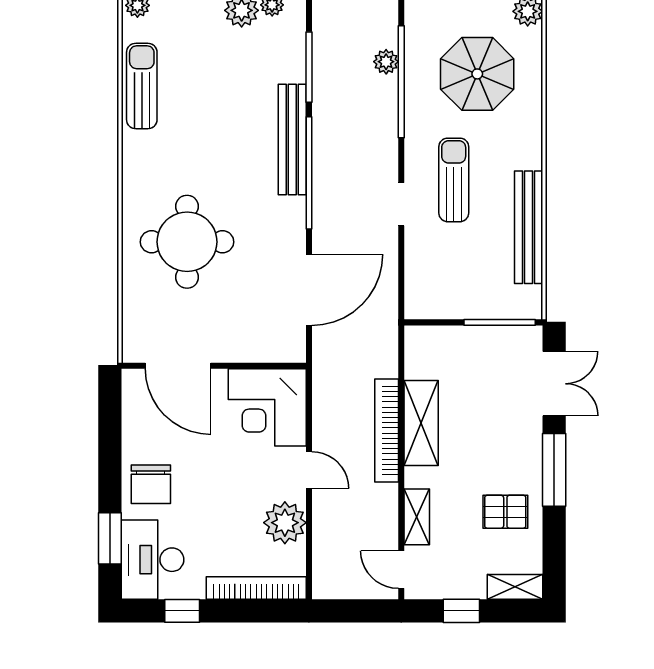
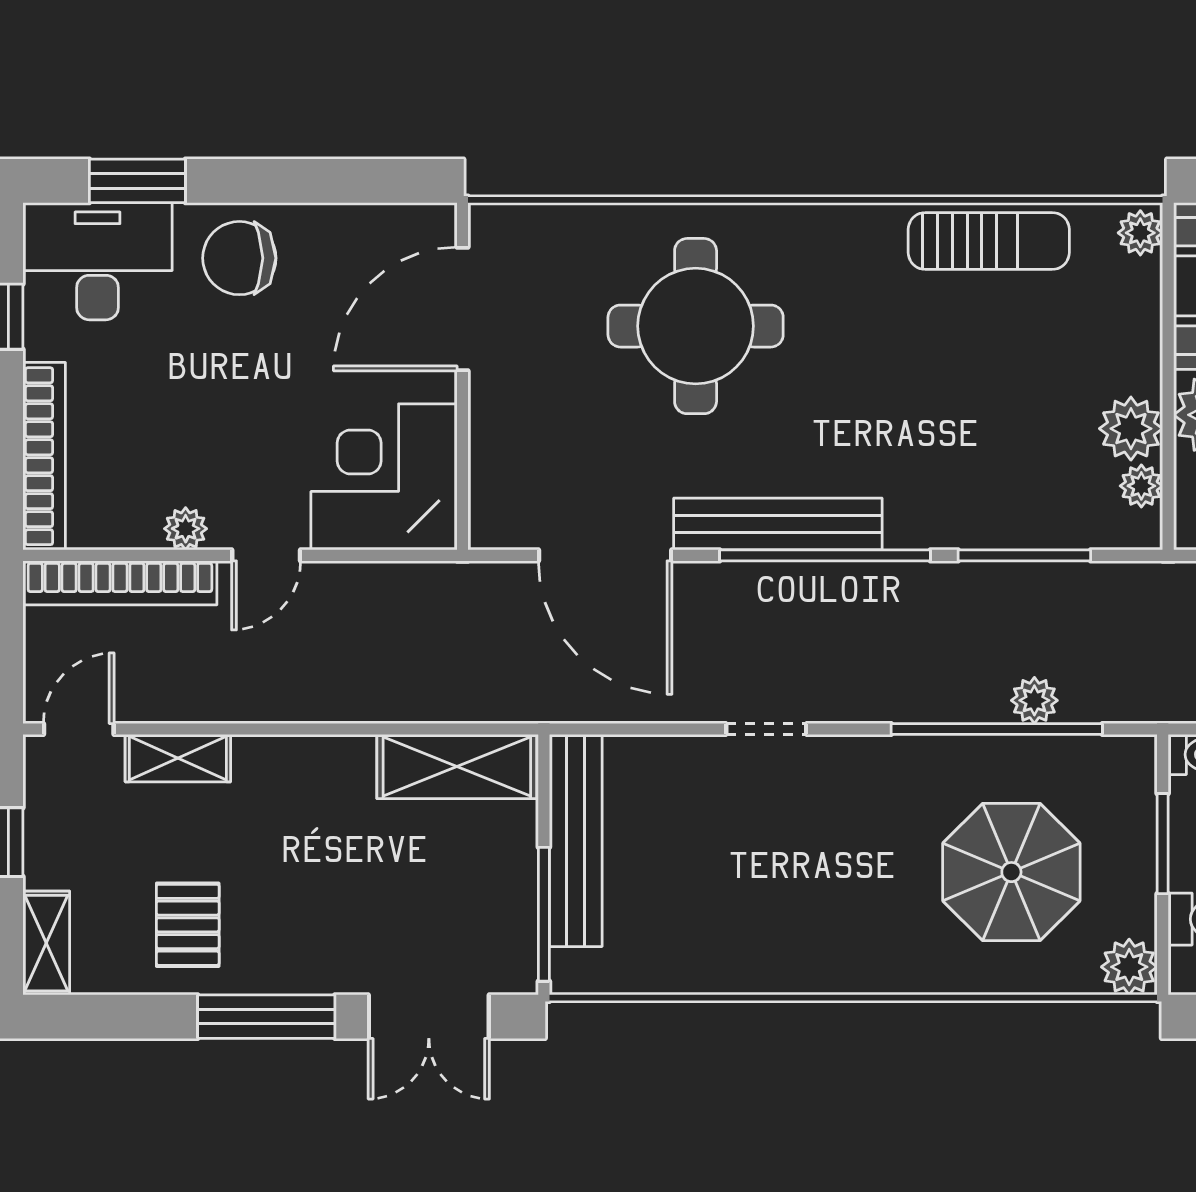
bench: (292, 139) -> (778, 524), moved
sun lounger: (454, 180) -> (812, 828), removed
bench: (529, 227) -> (576, 840), moved, turned 90
shelving: (421, 423) -> (457, 766), moved
bookcase: (387, 430) -> (120, 583), moved, turned 180
plant: (285, 523) -> (186, 529), width x0.53, depth x0.53

